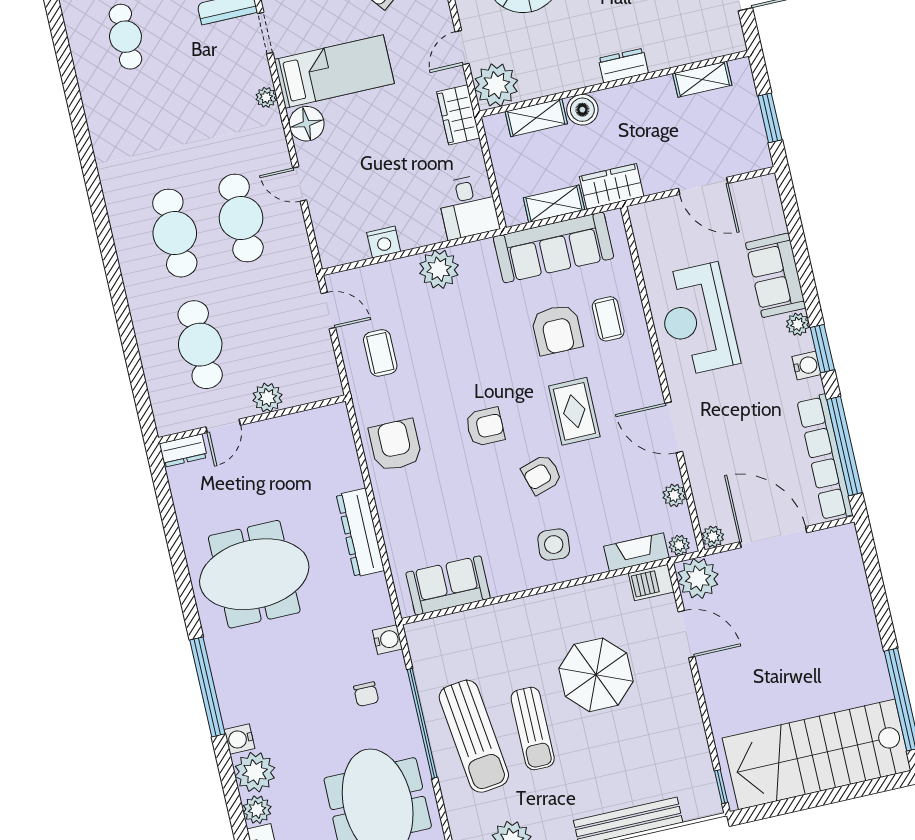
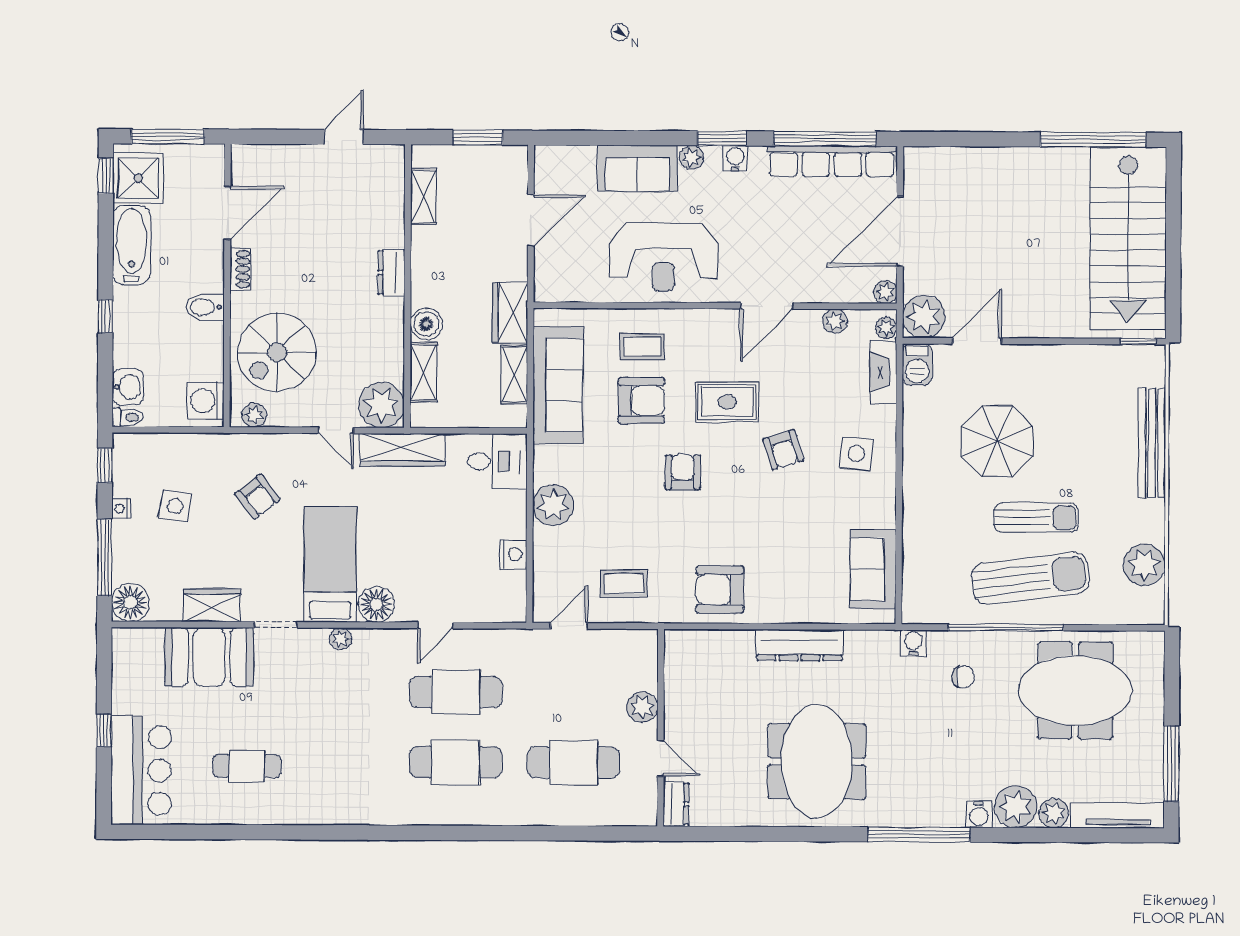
wardrobe: (458, 115) -> (403, 450), width x1.50
armchair: (485, 427) -> (683, 472), moved

